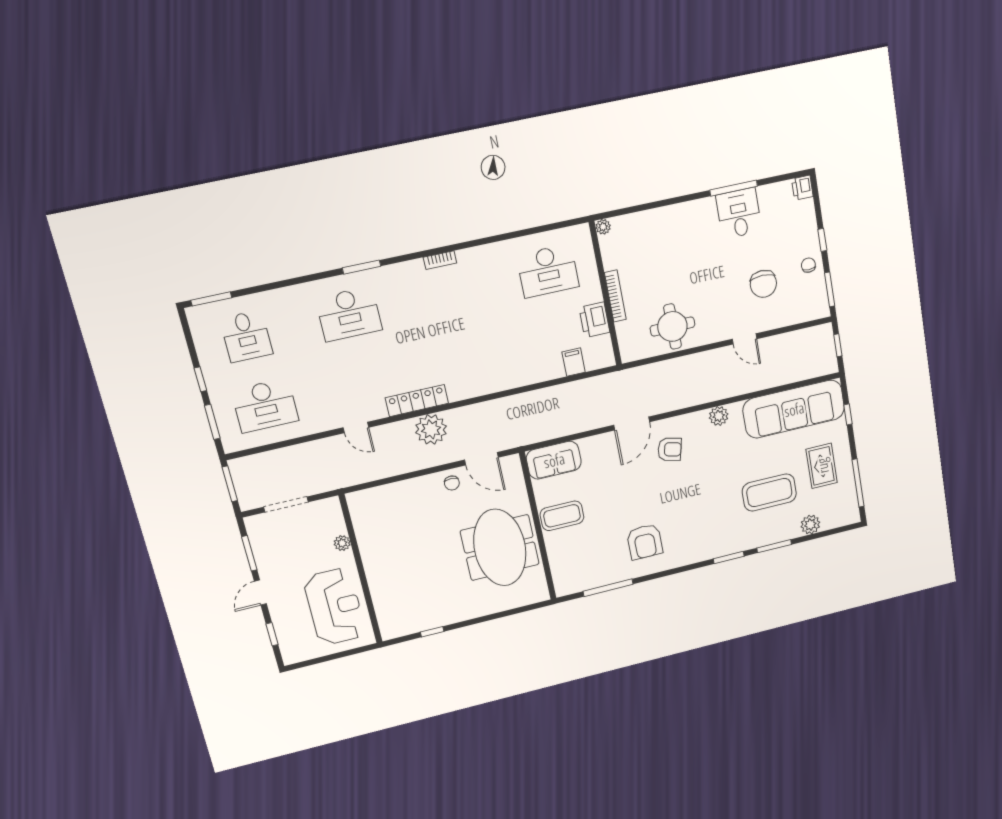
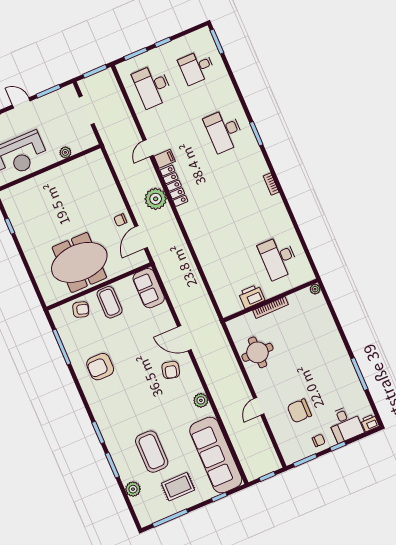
desk: (739, 213) -> (345, 424), moved, turned 90
filing cabinet: (574, 362) -> (165, 159), moved
armchair: (564, 555) -> (81, 310), added

